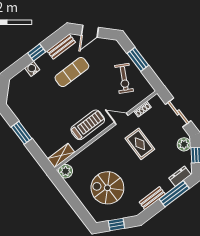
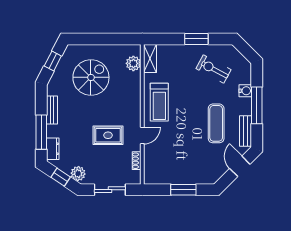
window: (37, 52) -> (257, 105), width x2.17
exercise bike: (124, 78) -> (213, 69), moved
plant: (66, 171) -> (133, 63), moved

